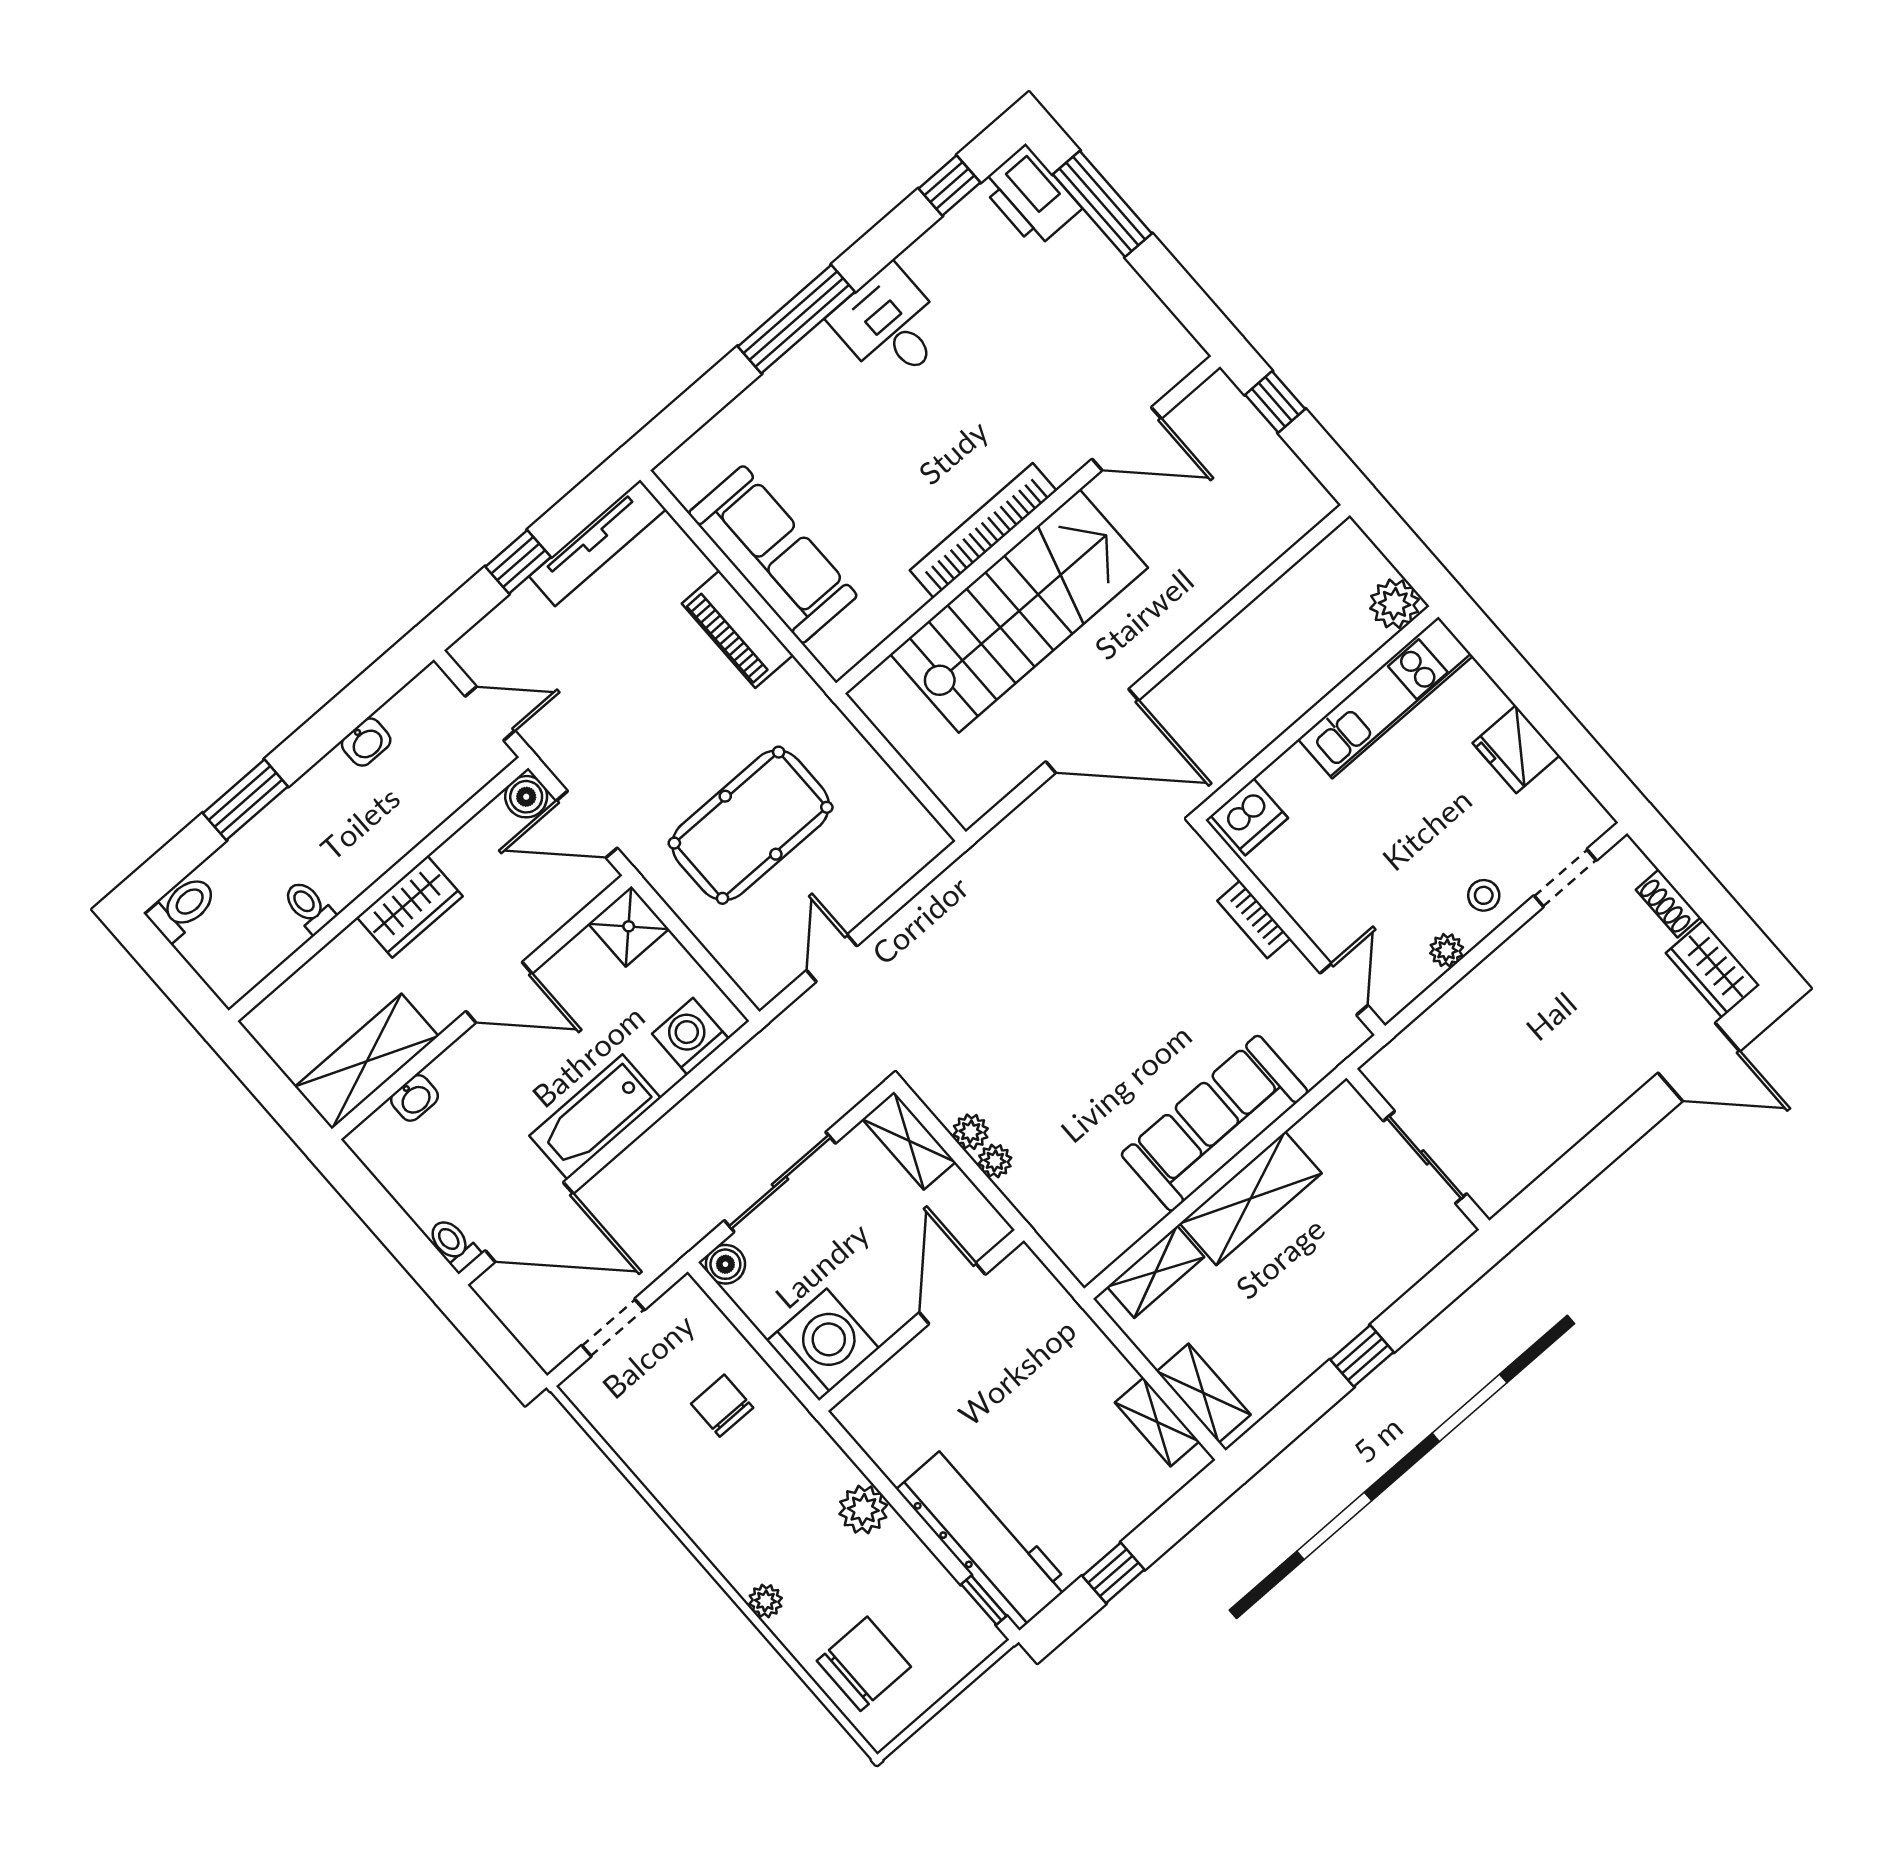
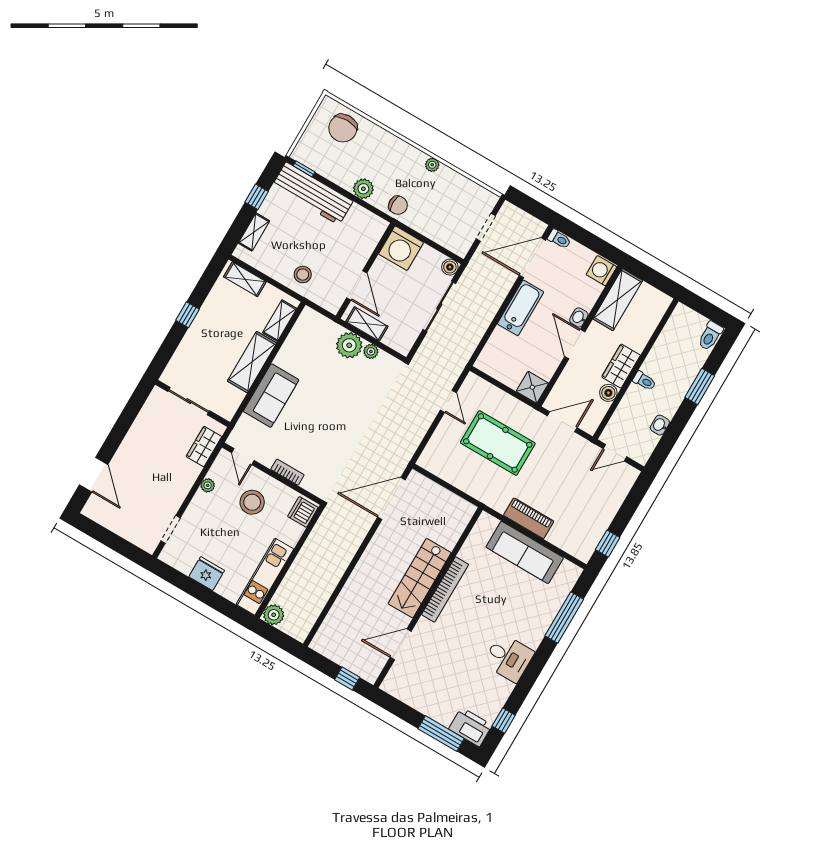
window: (796, 319) -> (564, 618), moved
tv unit: (598, 543) -> (595, 534), removed
window: (518, 562) -> (608, 543), moved
stairs: (1019, 611) -> (420, 578), width x0.73, depth x0.66
door: (1092, 731) -> (391, 499), moved
boiler: (526, 797) -> (608, 393), moved
pool table: (751, 825) -> (498, 443), turned 90
stool: (1484, 895) -> (252, 502), moved, width x1.89, depth x1.89
shoe rack: (1668, 903) -> (127, 533), removed
toilet: (309, 907) -> (644, 381), moved
wardrobe: (1713, 969) -> (204, 447), moved, turned -90
door: (499, 992) -> (575, 344), hinge flipped
washing machine: (690, 1036) -> (601, 271), moved, turned 180
door: (1699, 1062) -> (94, 475), swing flipped
washbasin: (414, 1098) -> (579, 317), moved
sofa: (1215, 1123) -> (271, 396), width x0.73
shelving: (909, 1141) -> (367, 324), moved
plant: (995, 1161) -> (349, 345), width x1.88, depth x1.88
stool: (1068, 1360) -> (303, 275), added
chair: (722, 1406) -> (398, 205), moved
shelving: (1157, 1422) -> (254, 232), moved, turned 90
plant: (765, 1601) -> (432, 165), moved

